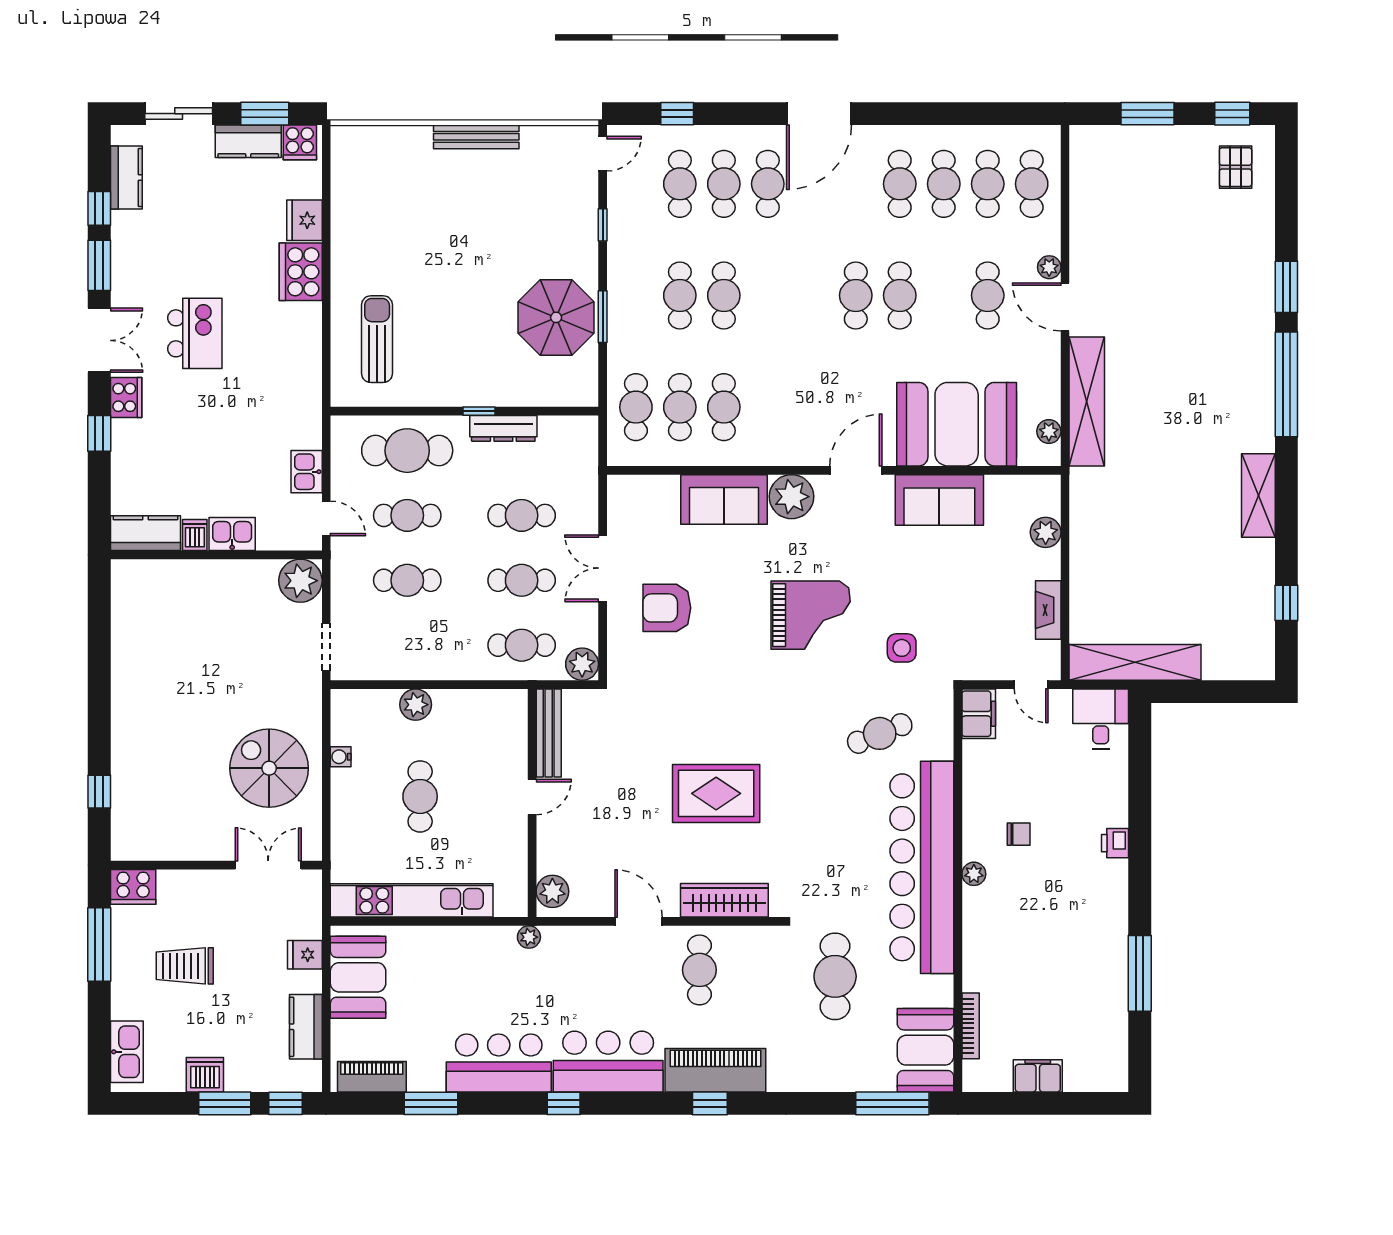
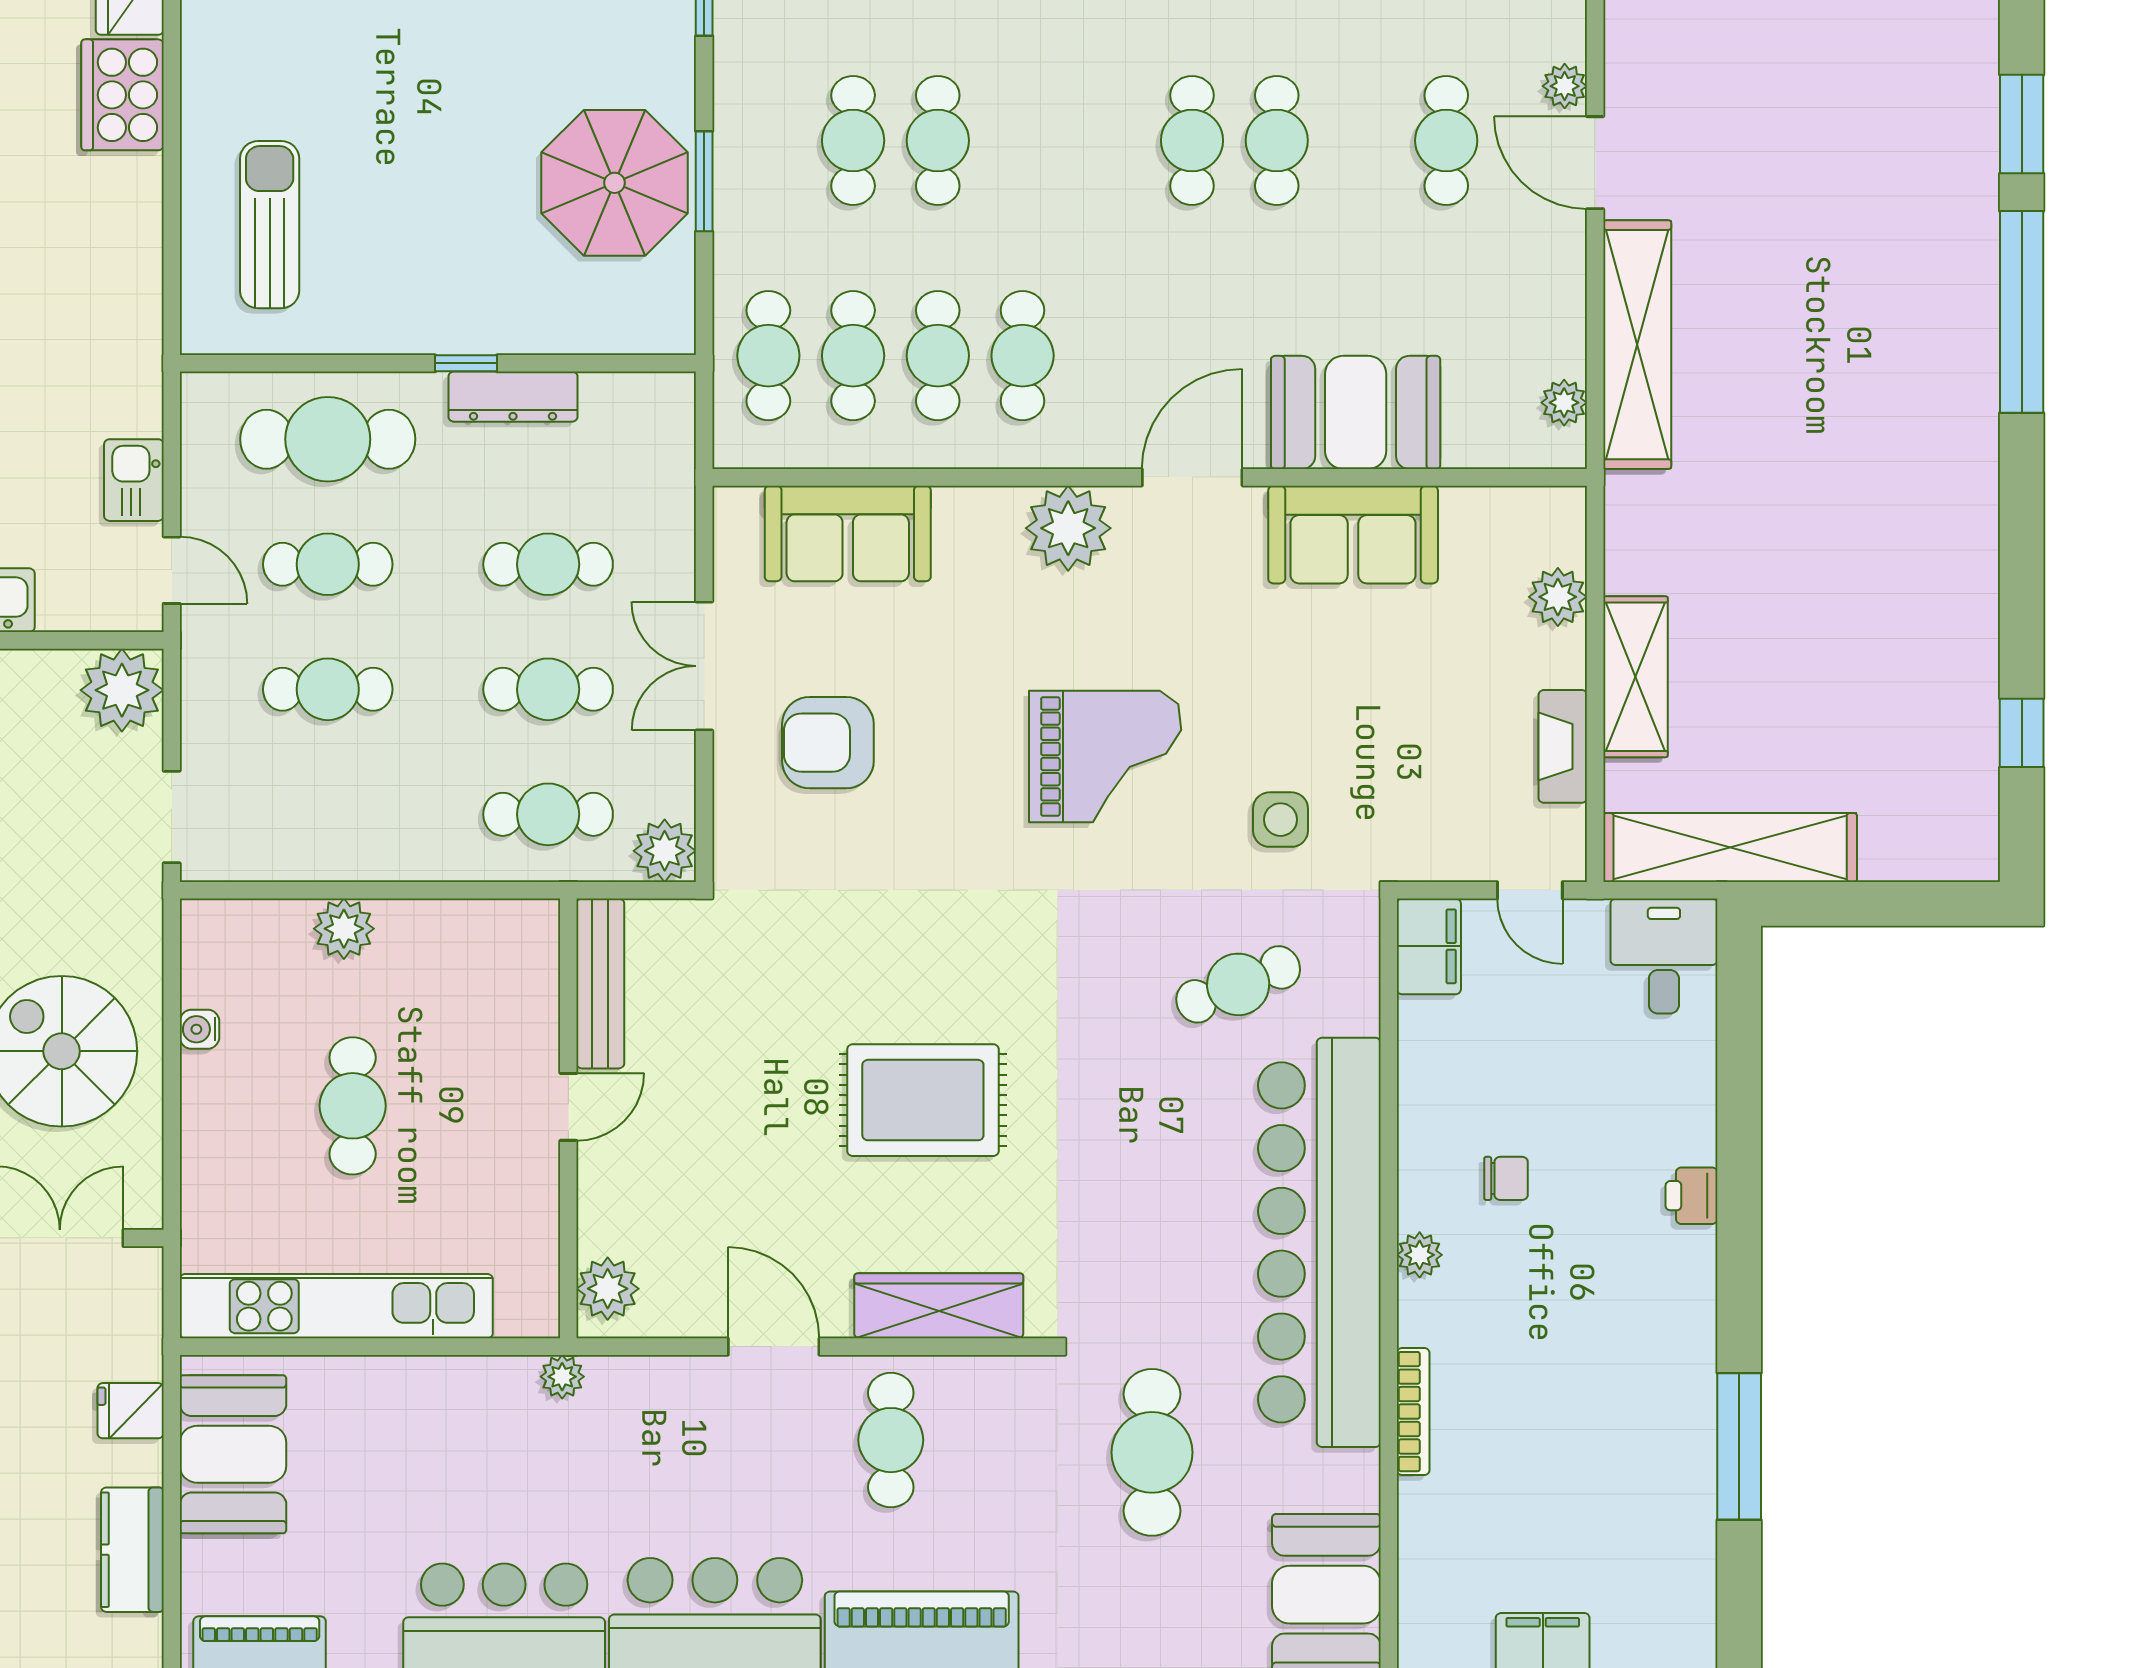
cafe table: (768, 407) -> (1023, 356), added
booth: (957, 424) -> (1356, 412), width x0.73, depth x0.70
shelving: (1258, 496) -> (1635, 677), moved
sofa: (724, 499) -> (848, 533), moved
bookcase: (971, 1026) -> (1413, 1412), moved

